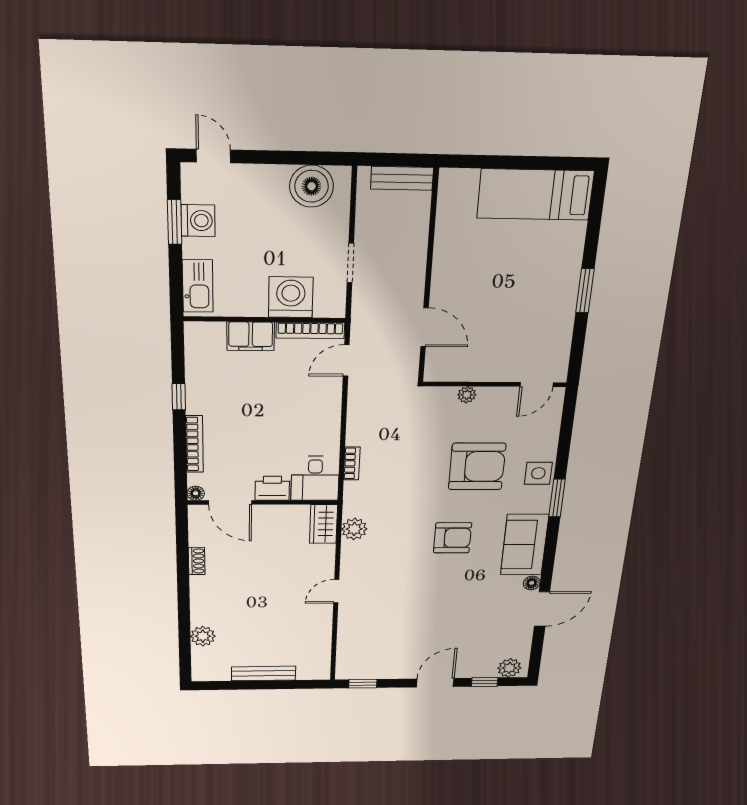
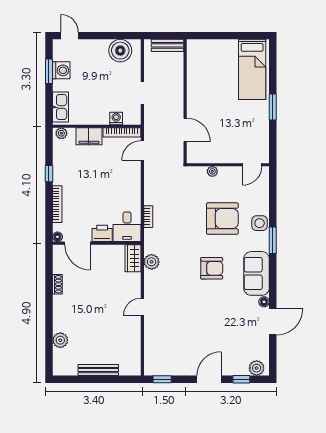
bed: (535, 195) -> (252, 69), moved, turned -90
washing machine: (291, 297) -> (116, 118), width x0.53, depth x0.53
plant: (200, 331) -> (61, 133), added

